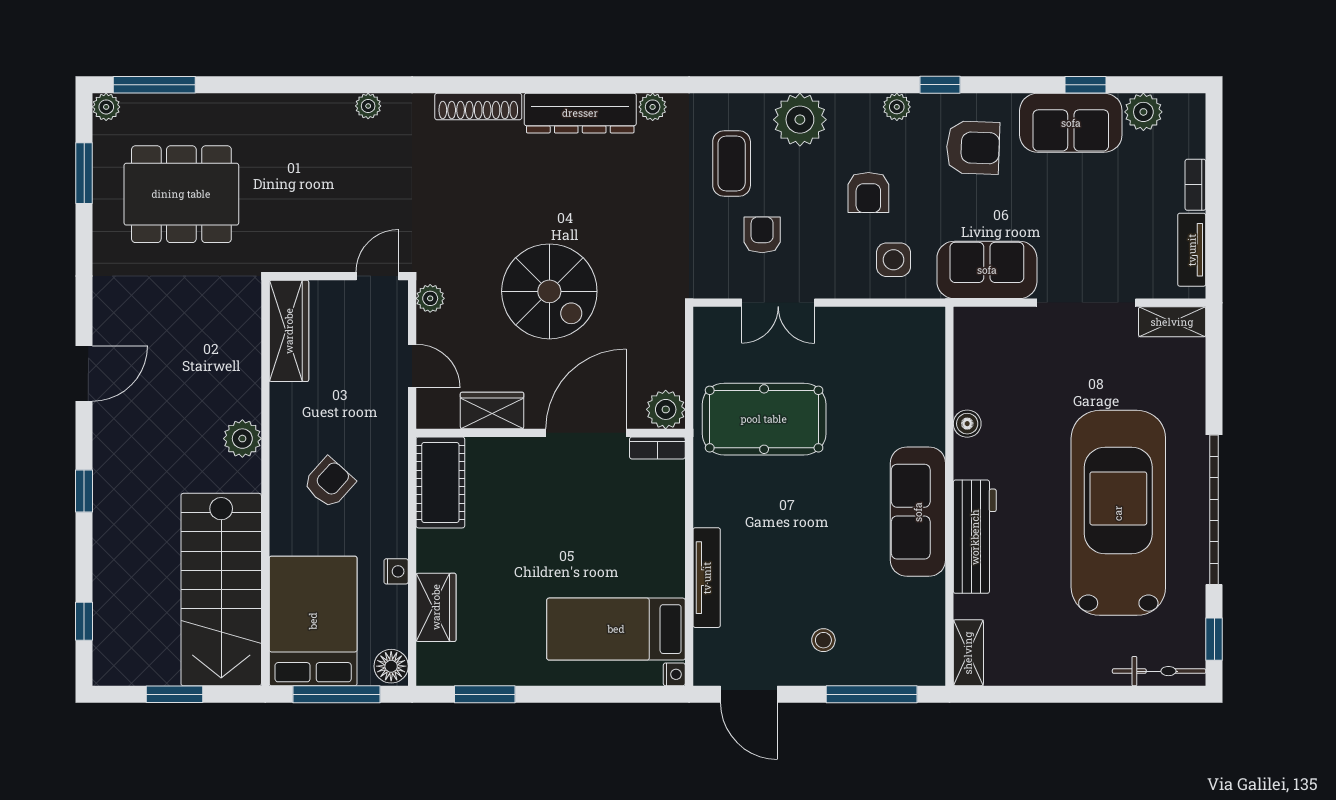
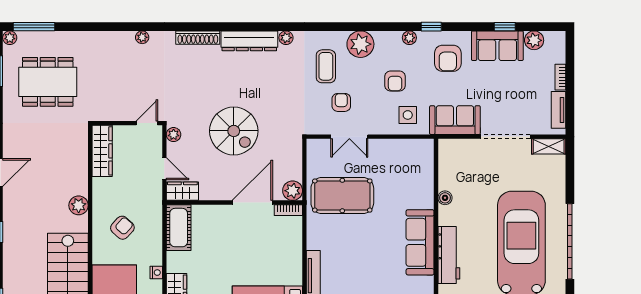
armchair: (973, 148) -> (448, 58), turned 88
wardrobe: (492, 411) -> (182, 191), moved

